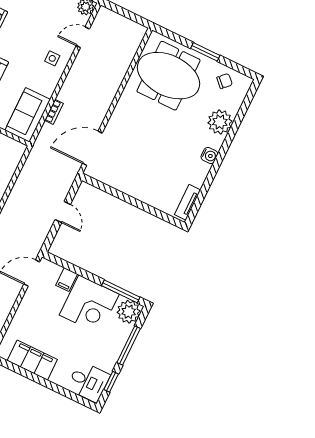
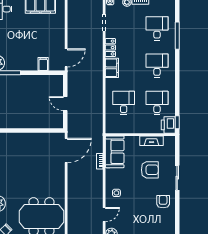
corner desk: (89, 305) -> (22, 56), removed

